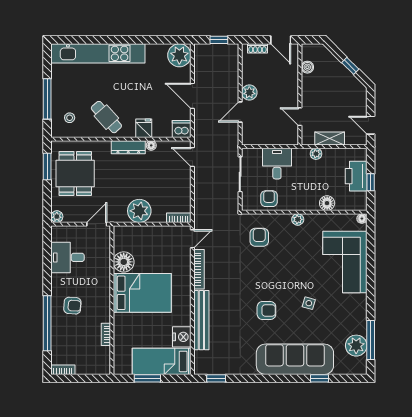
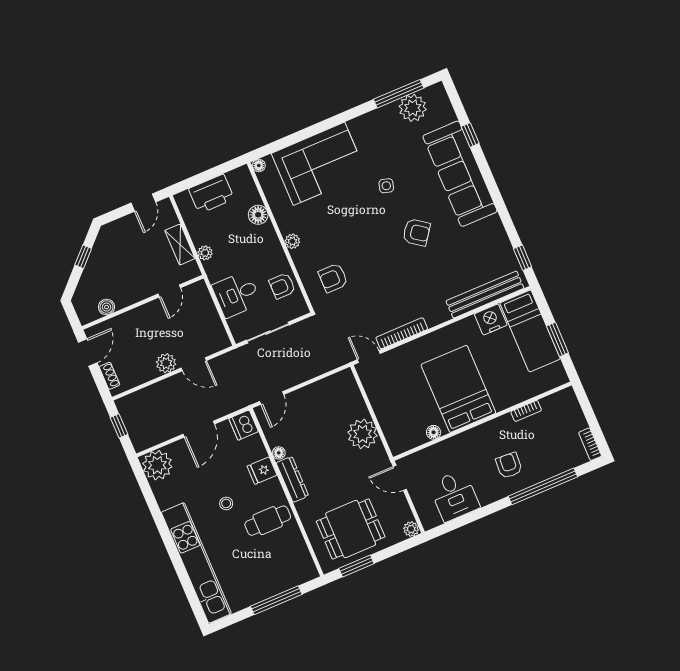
cafe table: (106, 117) -> (268, 521), turned 42
stool: (70, 118) -> (226, 503), moved
window: (371, 182) -> (211, 174), removed
bookcase: (179, 218) -> (351, 383), removed
floor lamp: (124, 262) -> (434, 432), width x0.53, depth x0.53
armchair: (266, 310) -> (416, 232), turned 126
bench: (201, 320) -> (485, 295), moved

